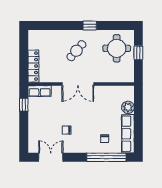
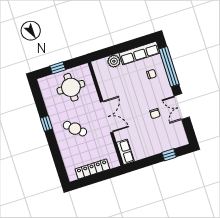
round table: (117, 48) -> (71, 87), moved
locker: (33, 66) -> (92, 169), moved
window: (24, 105) -> (169, 155), moved
double door: (51, 157) -> (182, 107), moved

